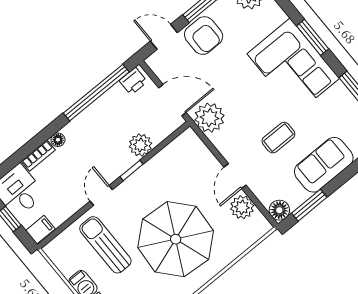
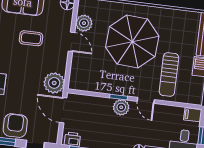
plant: (140, 145) -> (121, 107), moved
door: (235, 176) -> (72, 42), hinge flipped
door: (101, 195) -> (146, 100), hinge flipped

